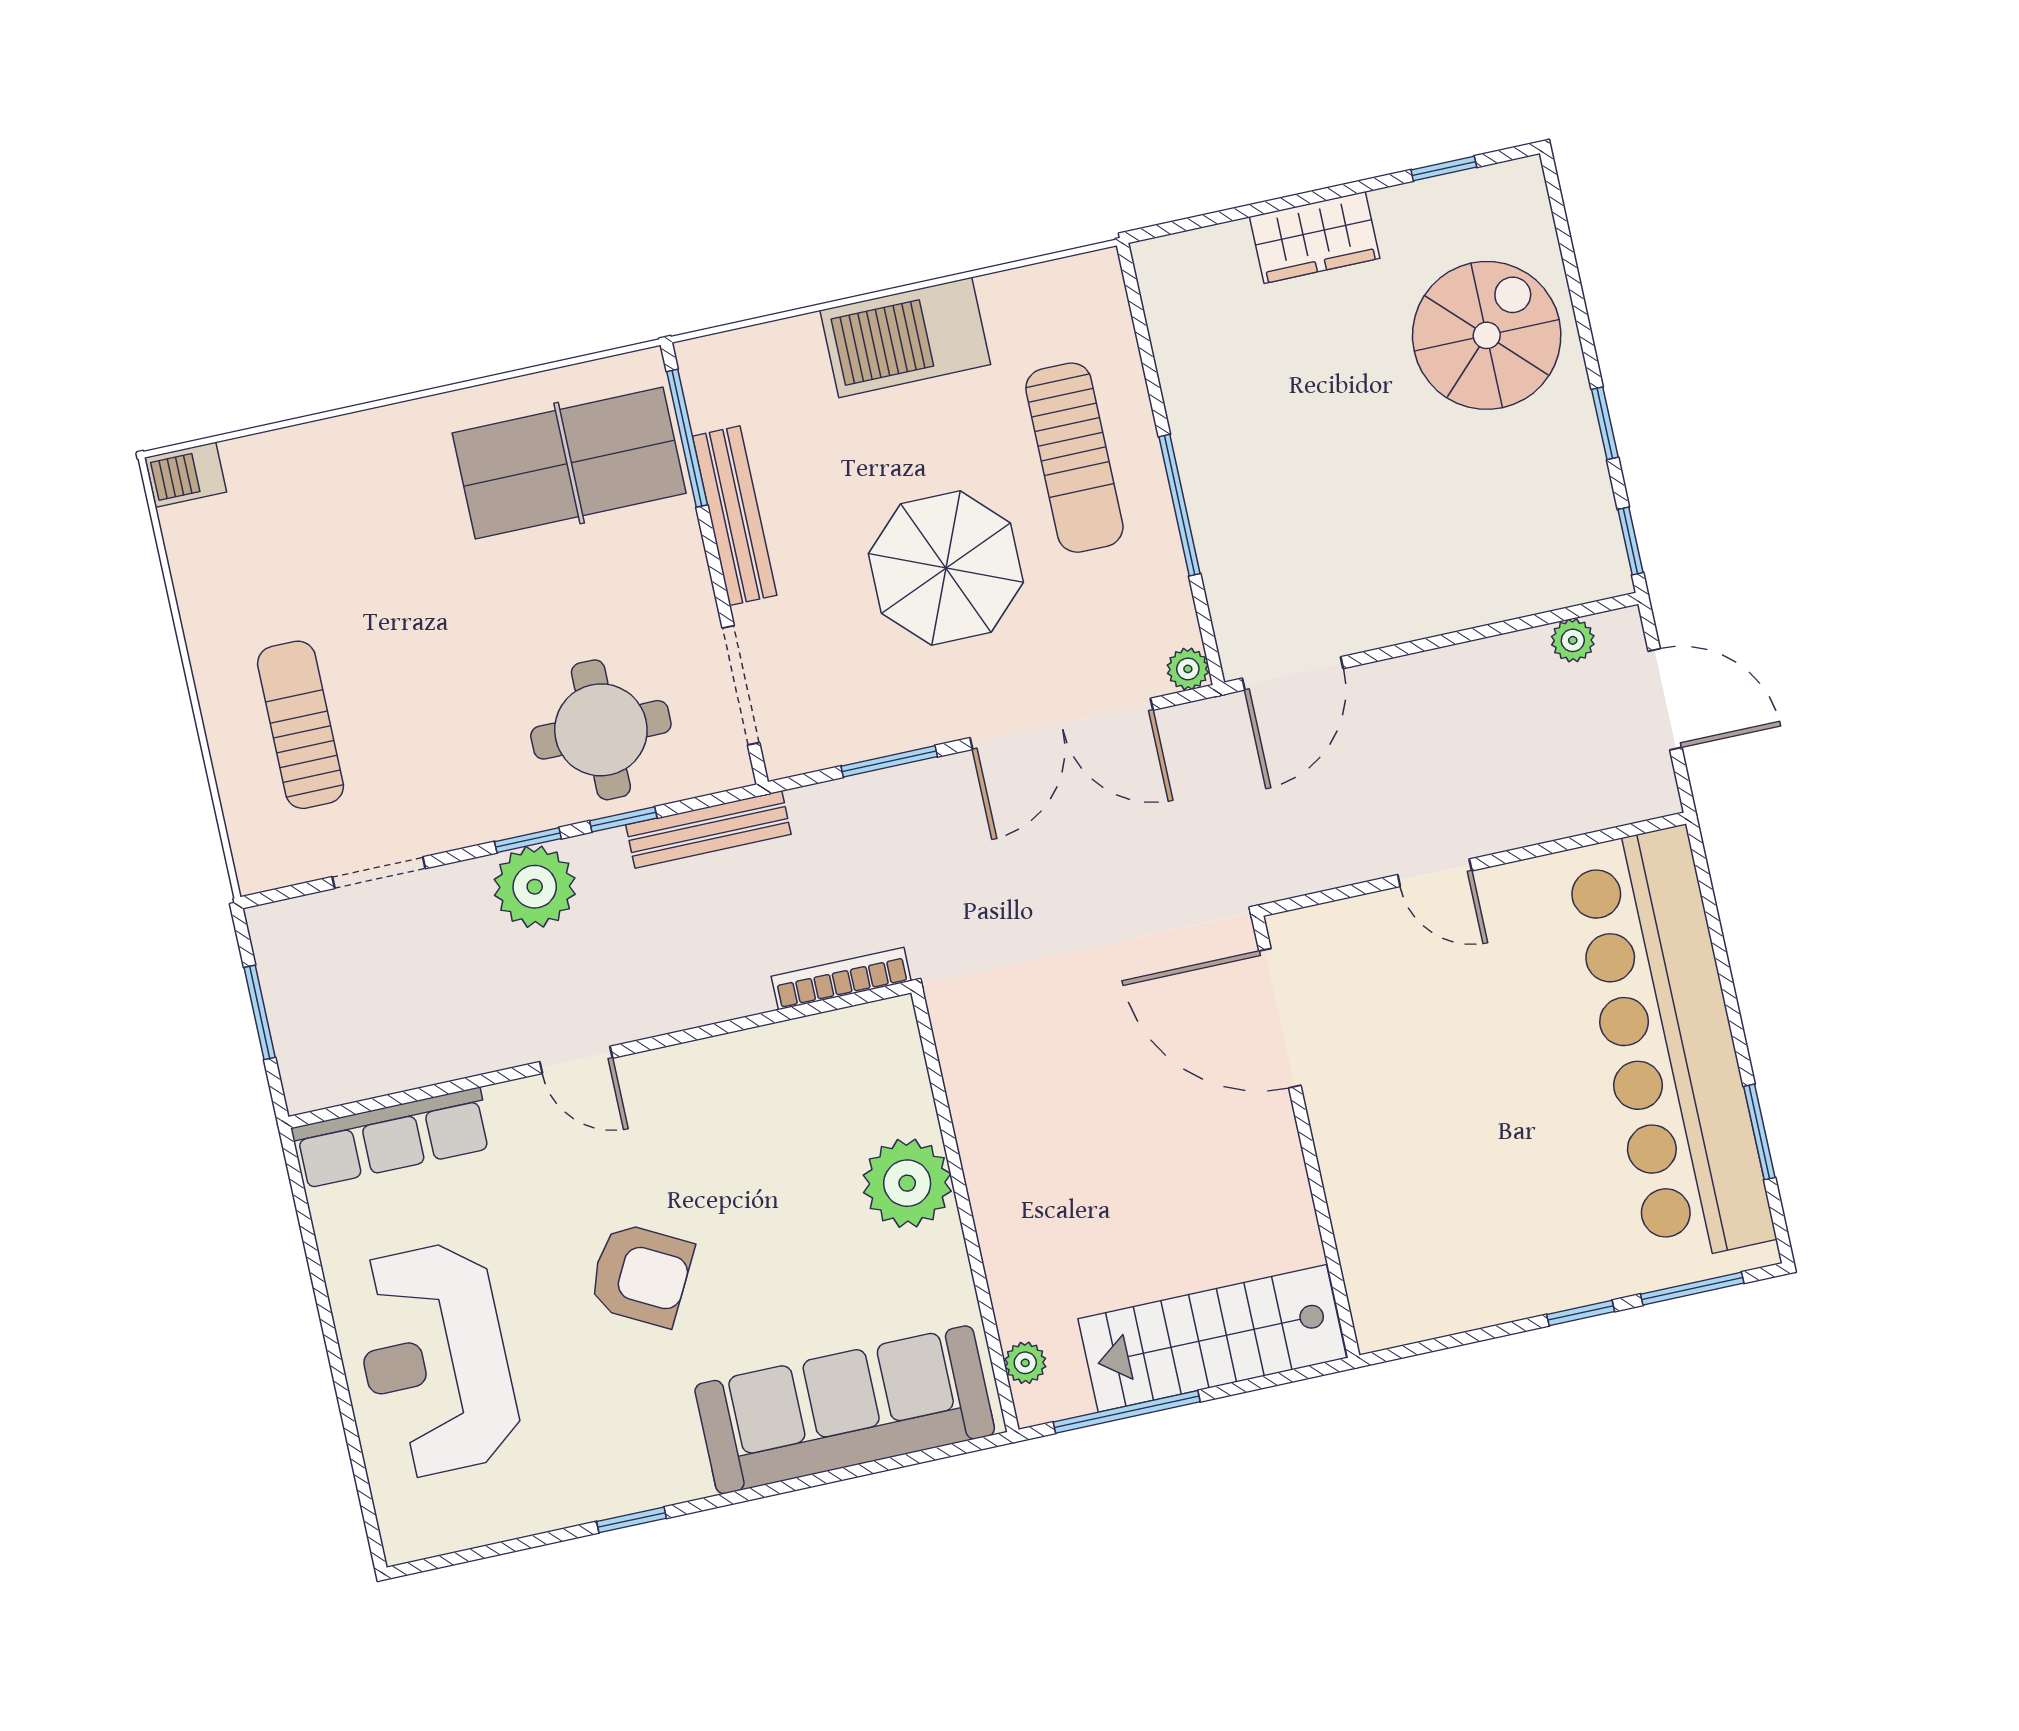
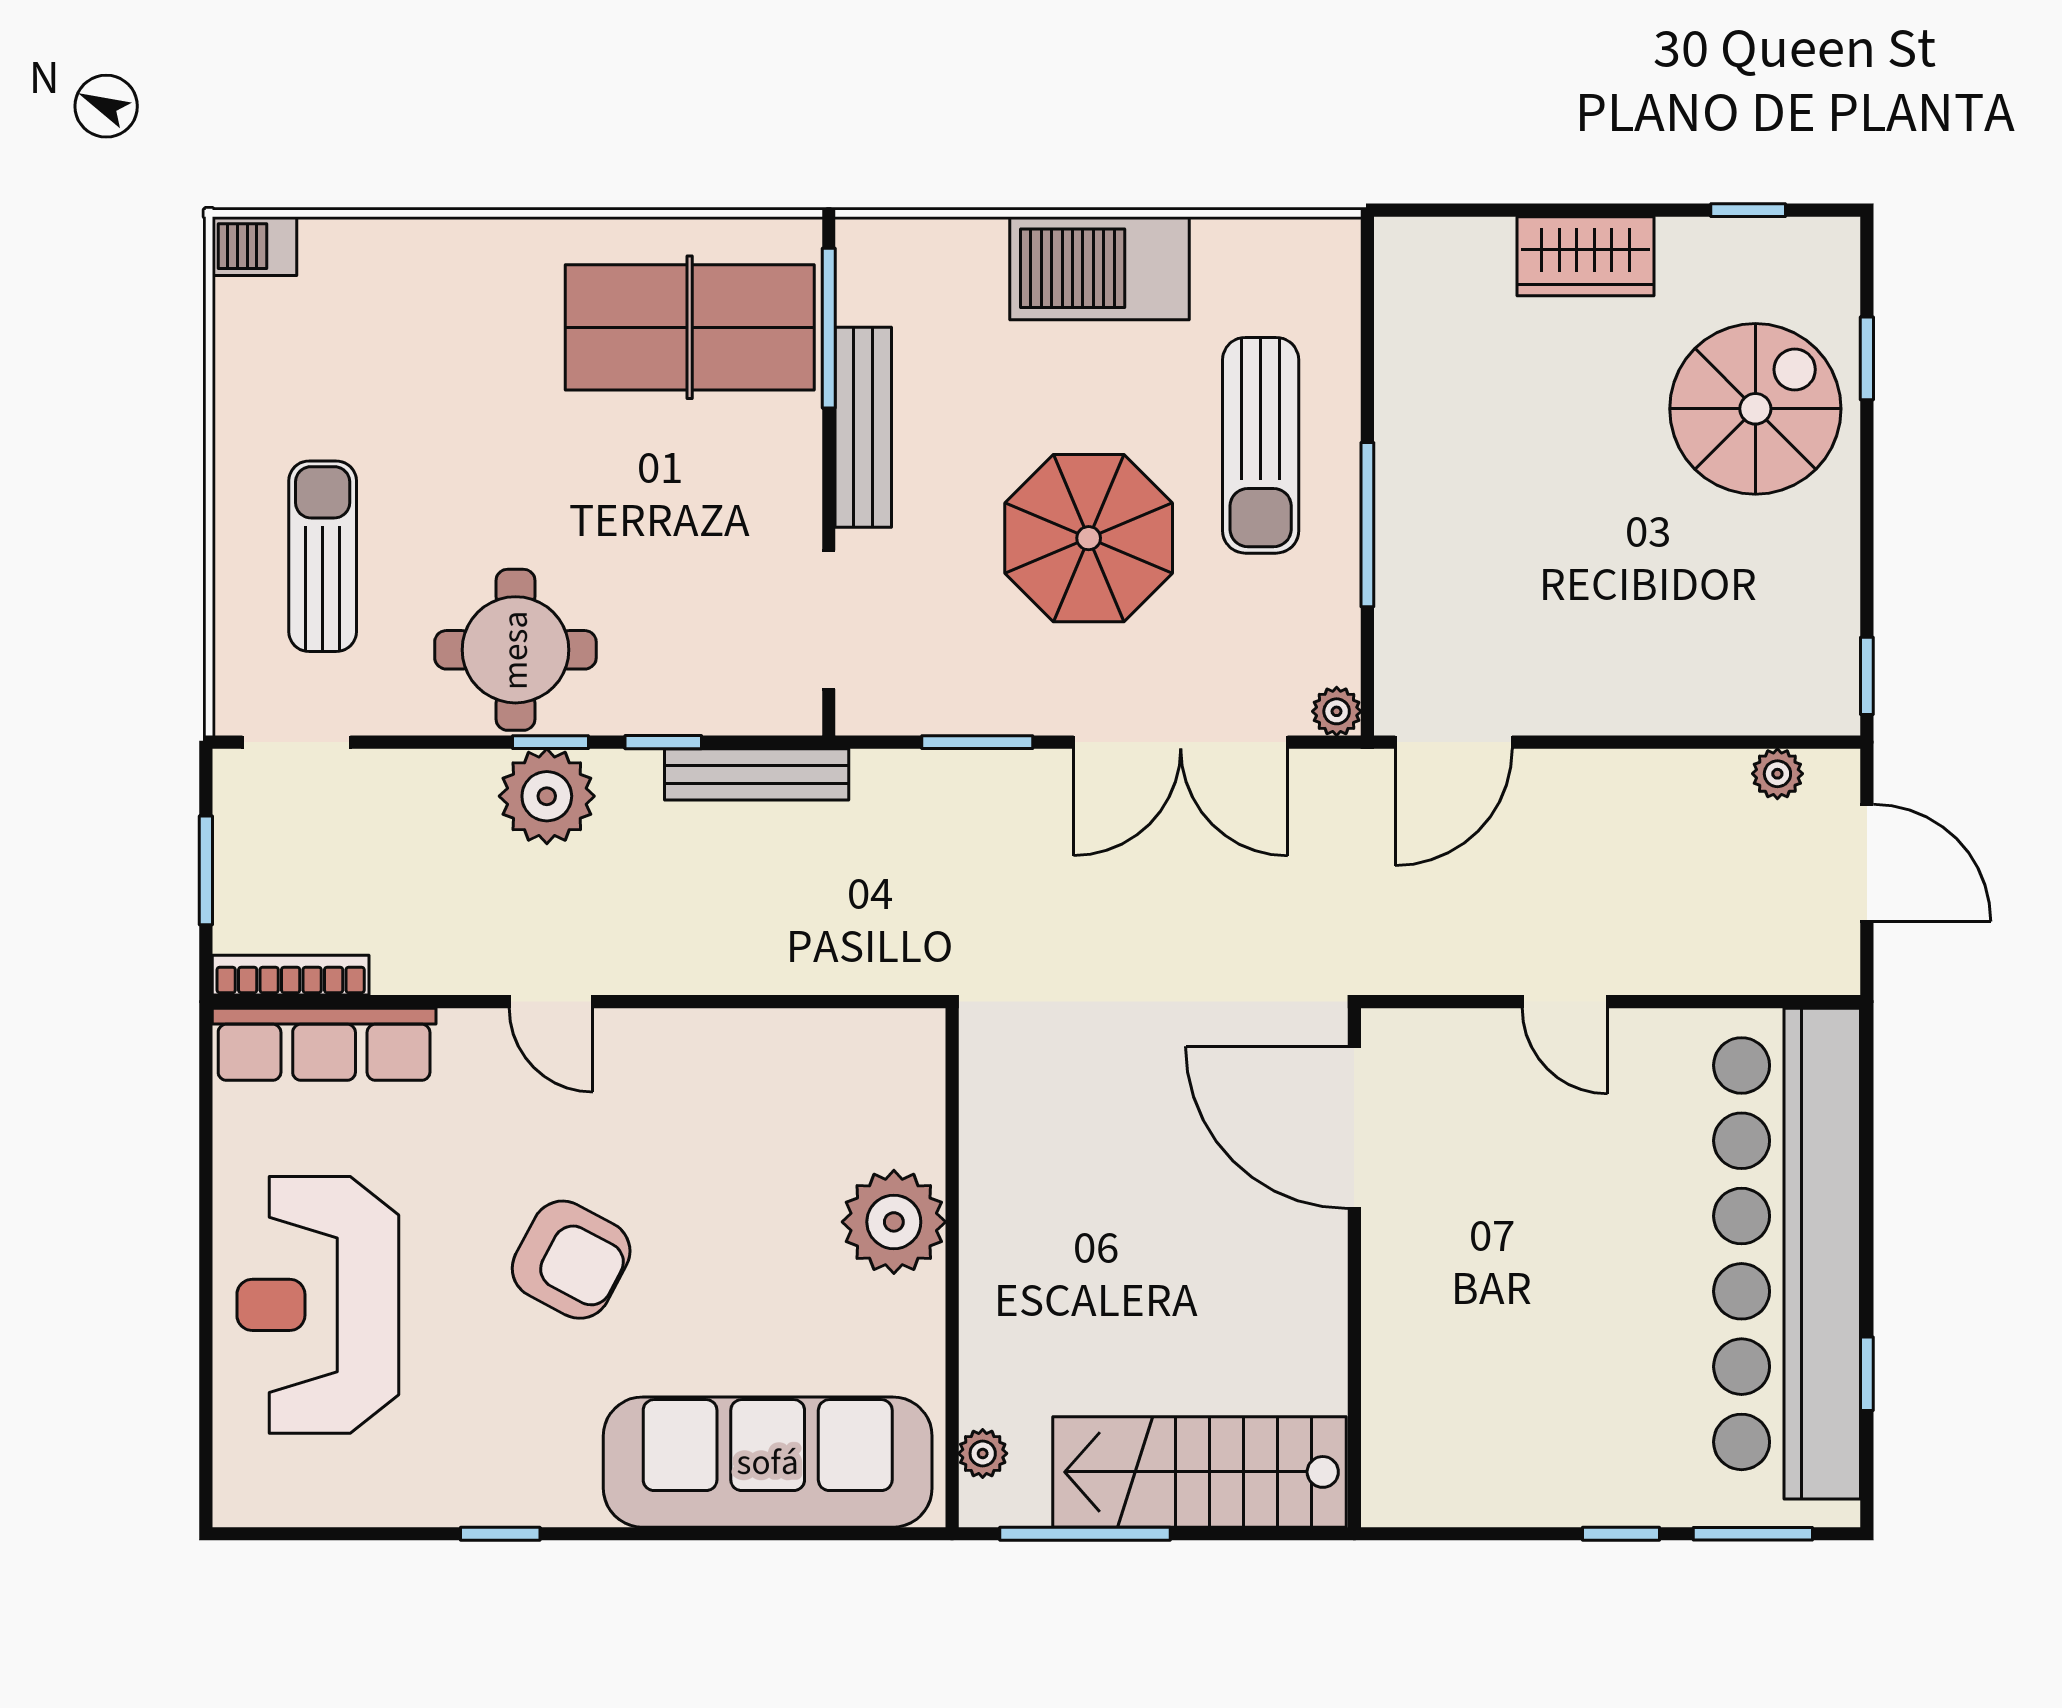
window: (1605, 423) -> (1867, 358), moved
round table: (601, 730) -> (515, 650), moved
doorway: (379, 873) -> (296, 742), moved
bookcase: (841, 979) -> (291, 975), moved
window: (1759, 1132) -> (1867, 1374), width x0.67

